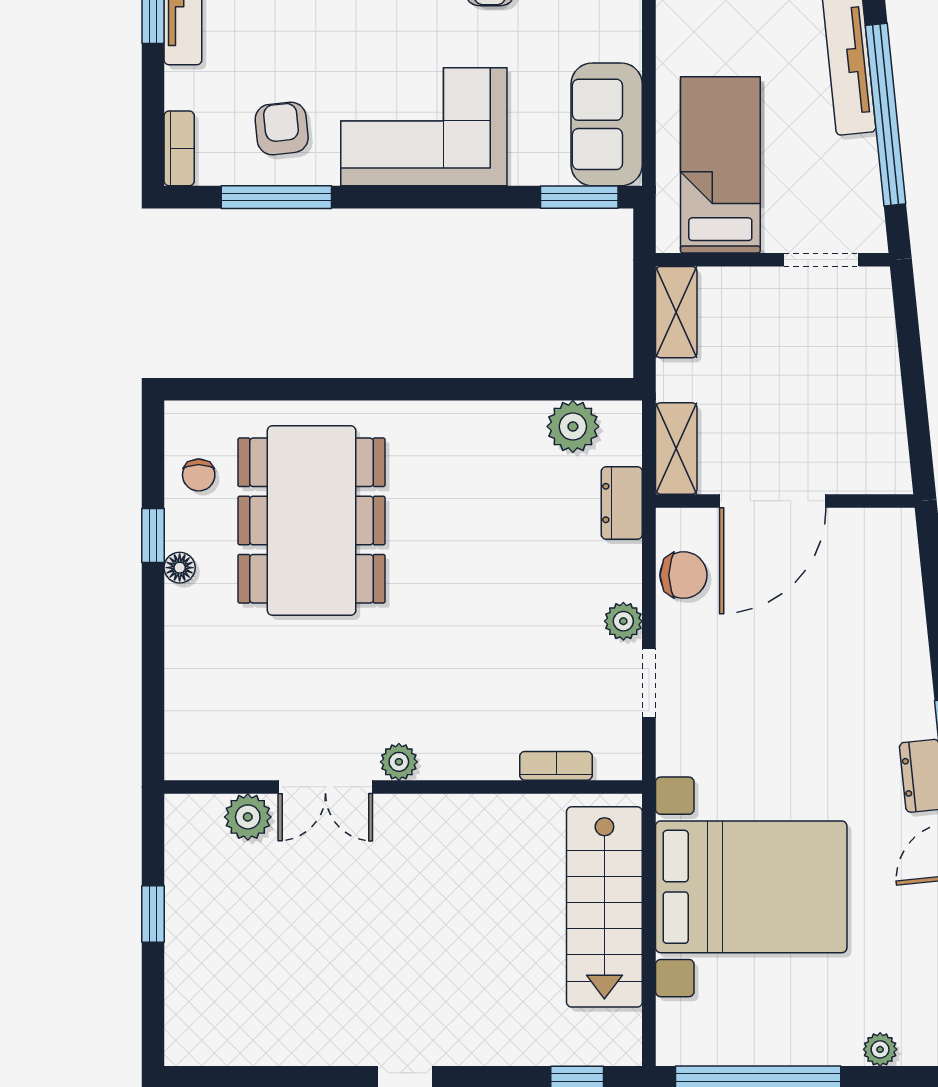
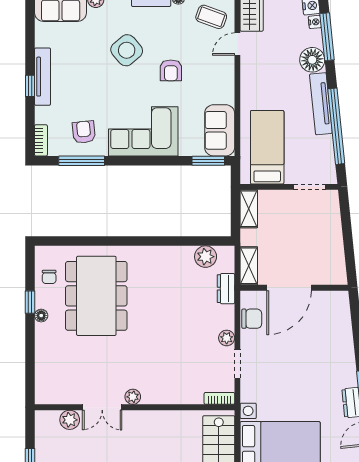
bookcase: (556, 766) -> (219, 398), moved

